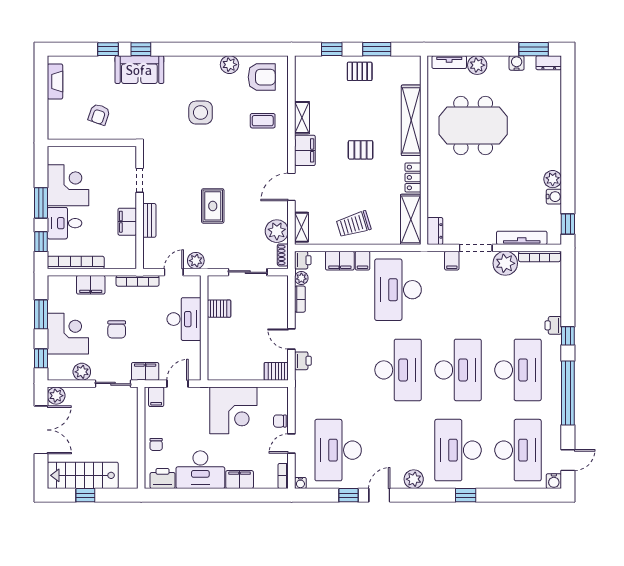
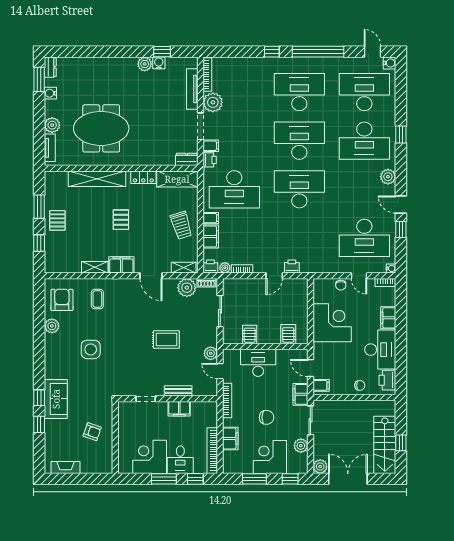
meeting table: (473, 125) -> (101, 128), turned 90
window: (568, 224) -> (162, 52), moved
printer: (553, 325) -> (210, 160), moved, turned -90
server rack: (276, 371) -> (288, 334), moved, turned 180

